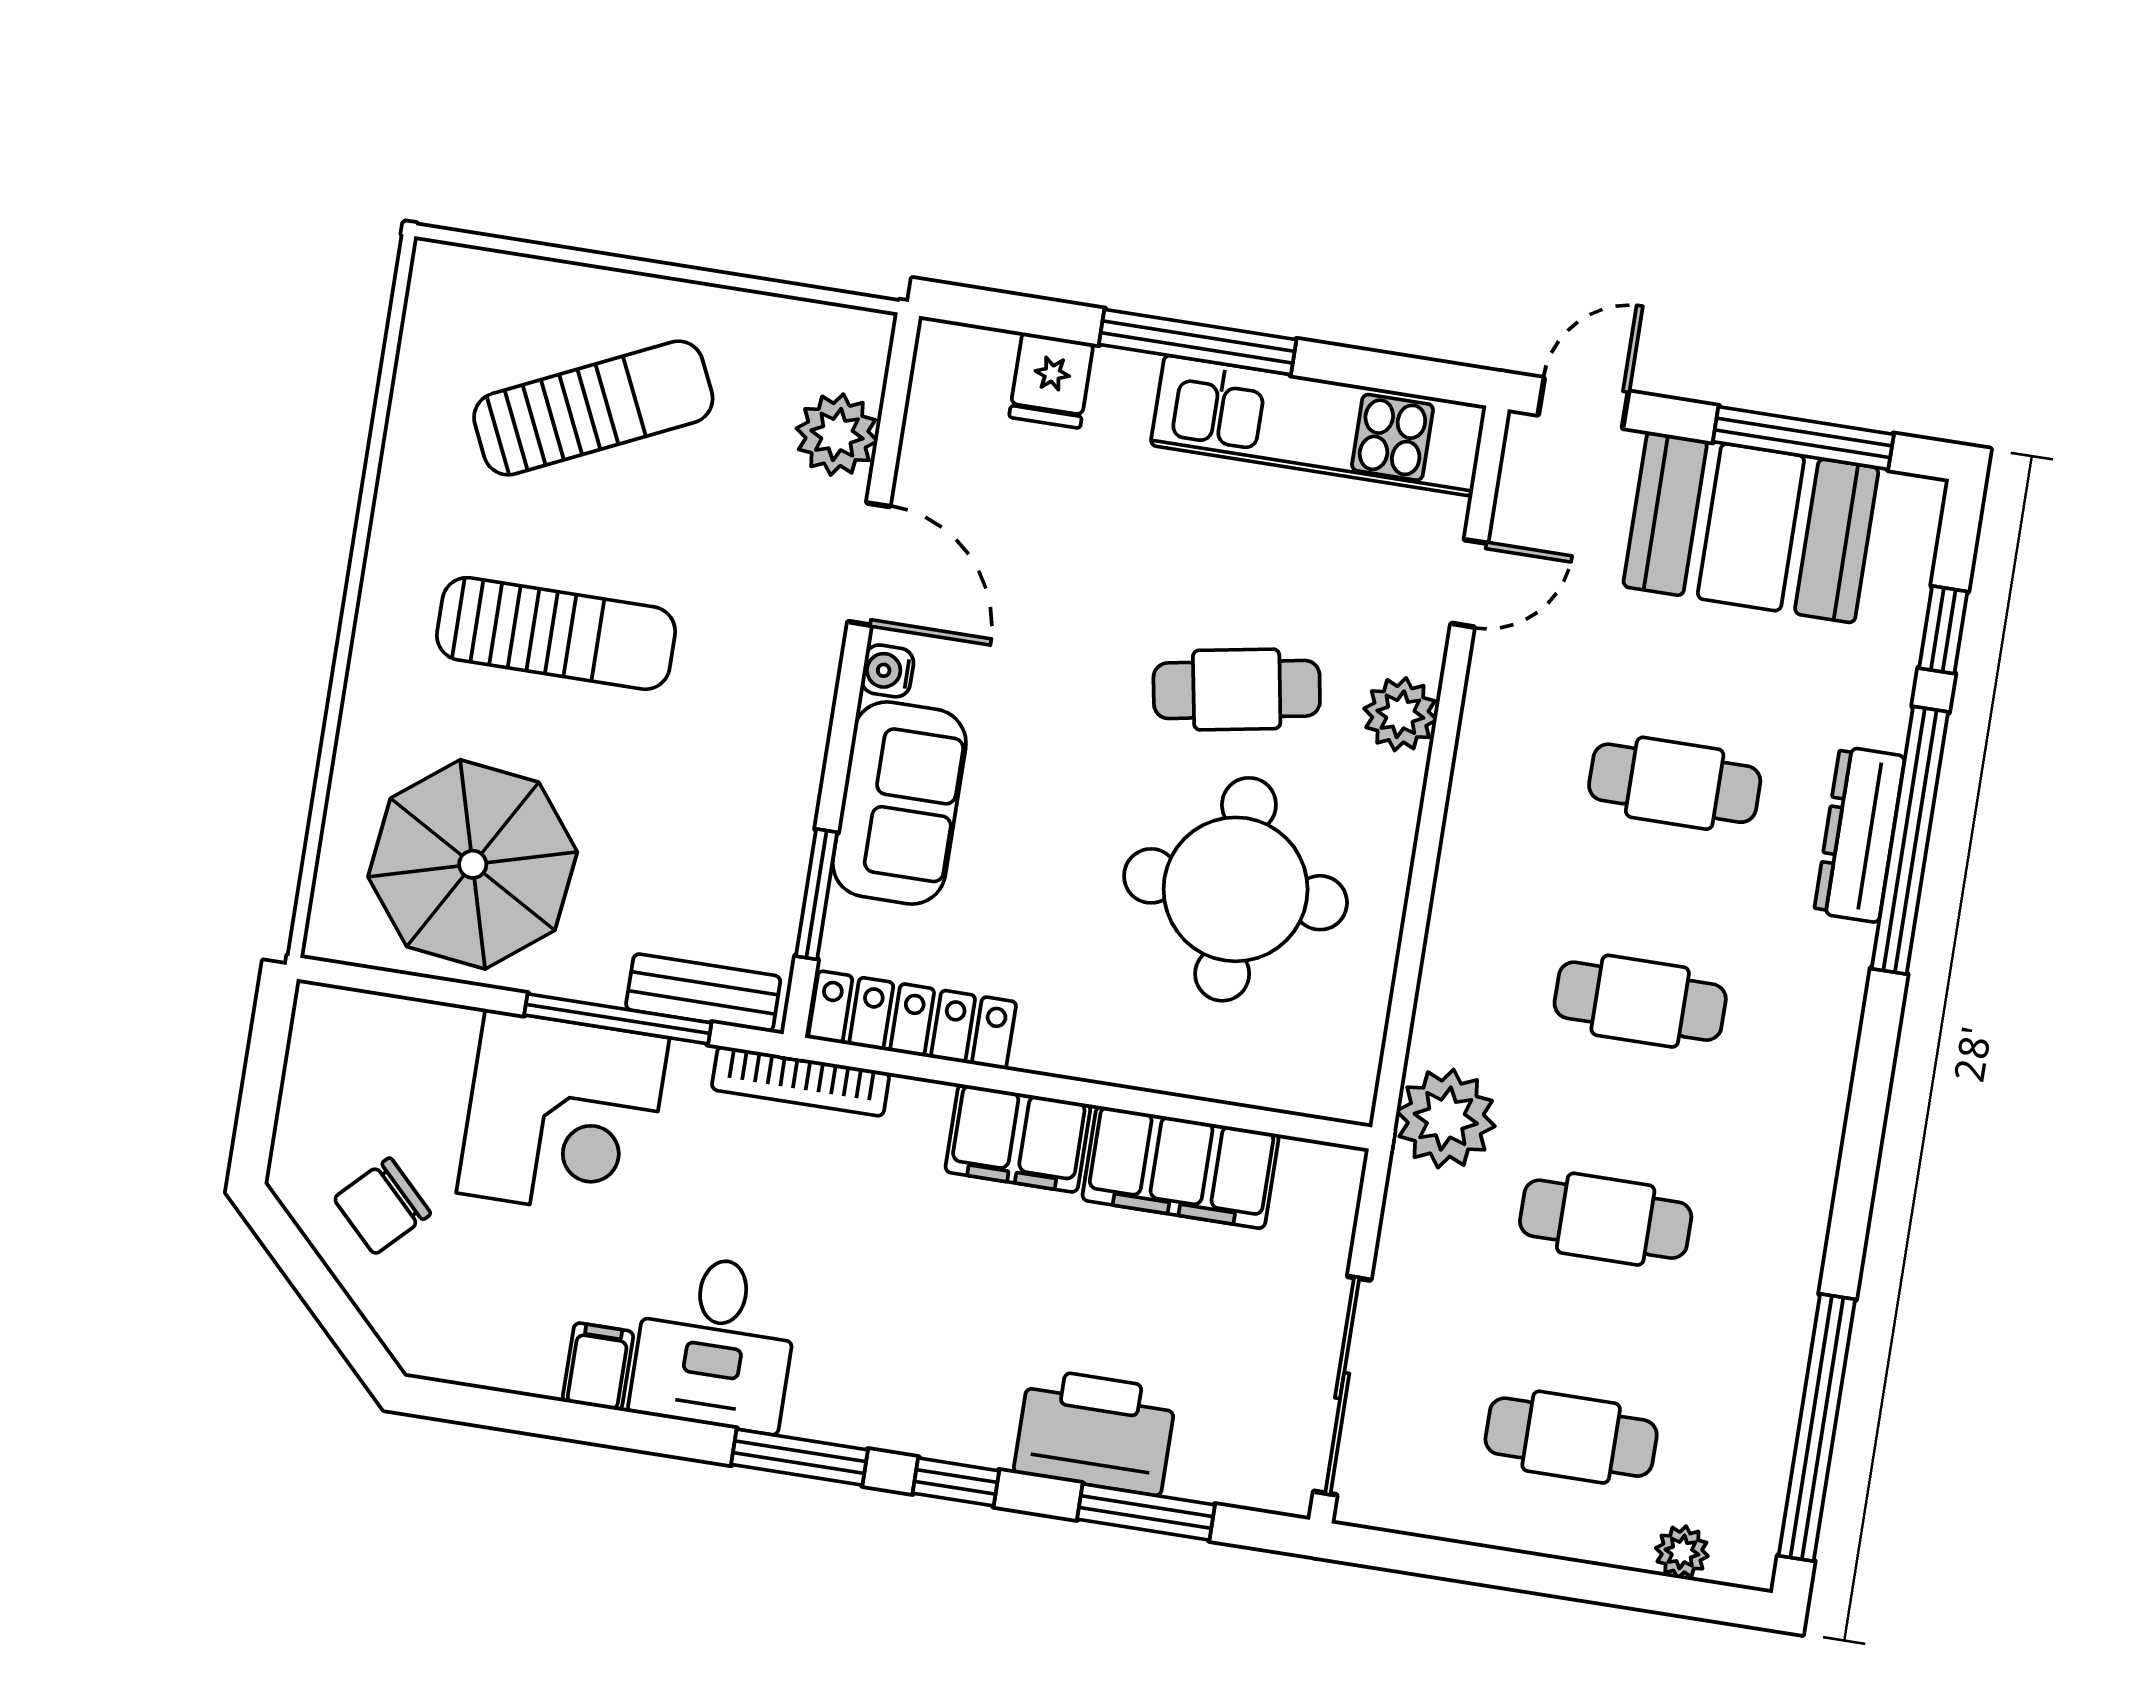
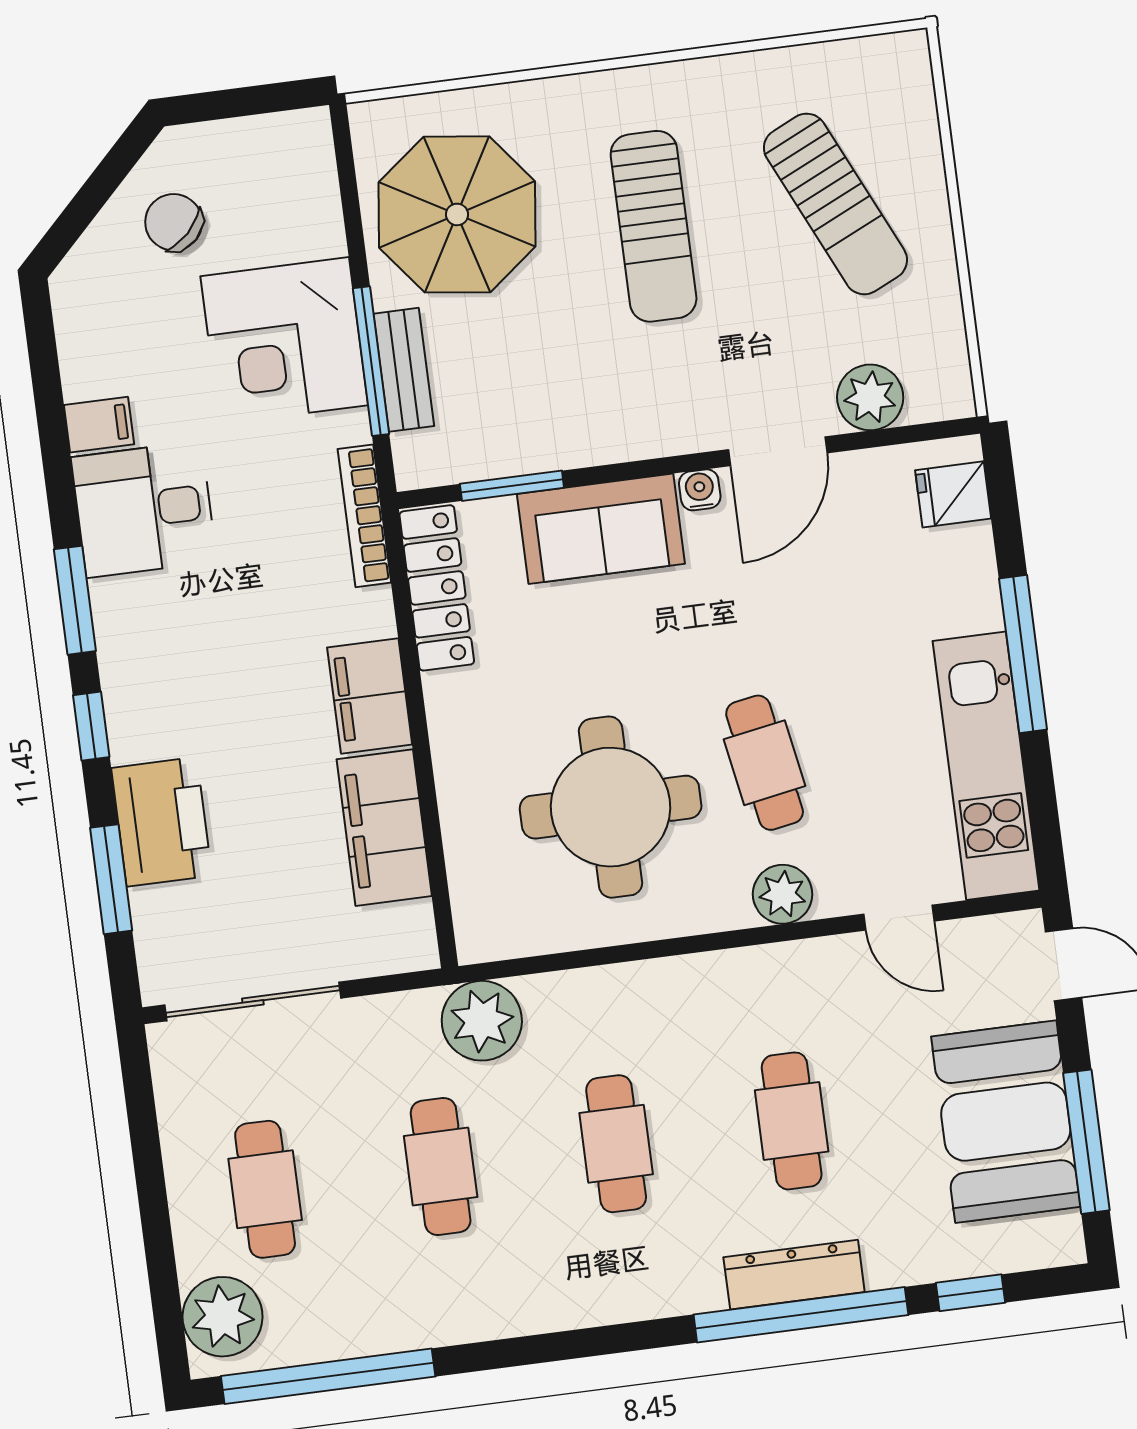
fridge: (1051, 380) -> (953, 494), moved
bench: (703, 993) -> (404, 370), moved
plant: (1682, 1552) -> (223, 1317), width x1.87, depth x1.87

